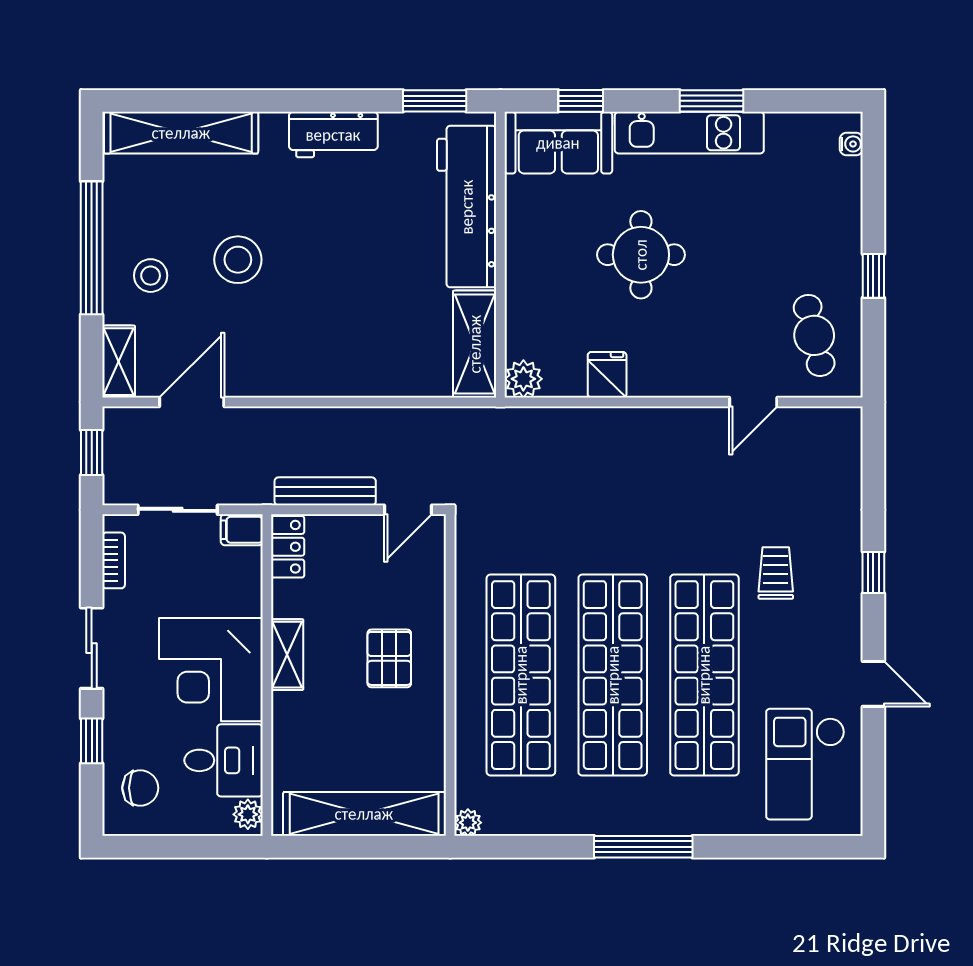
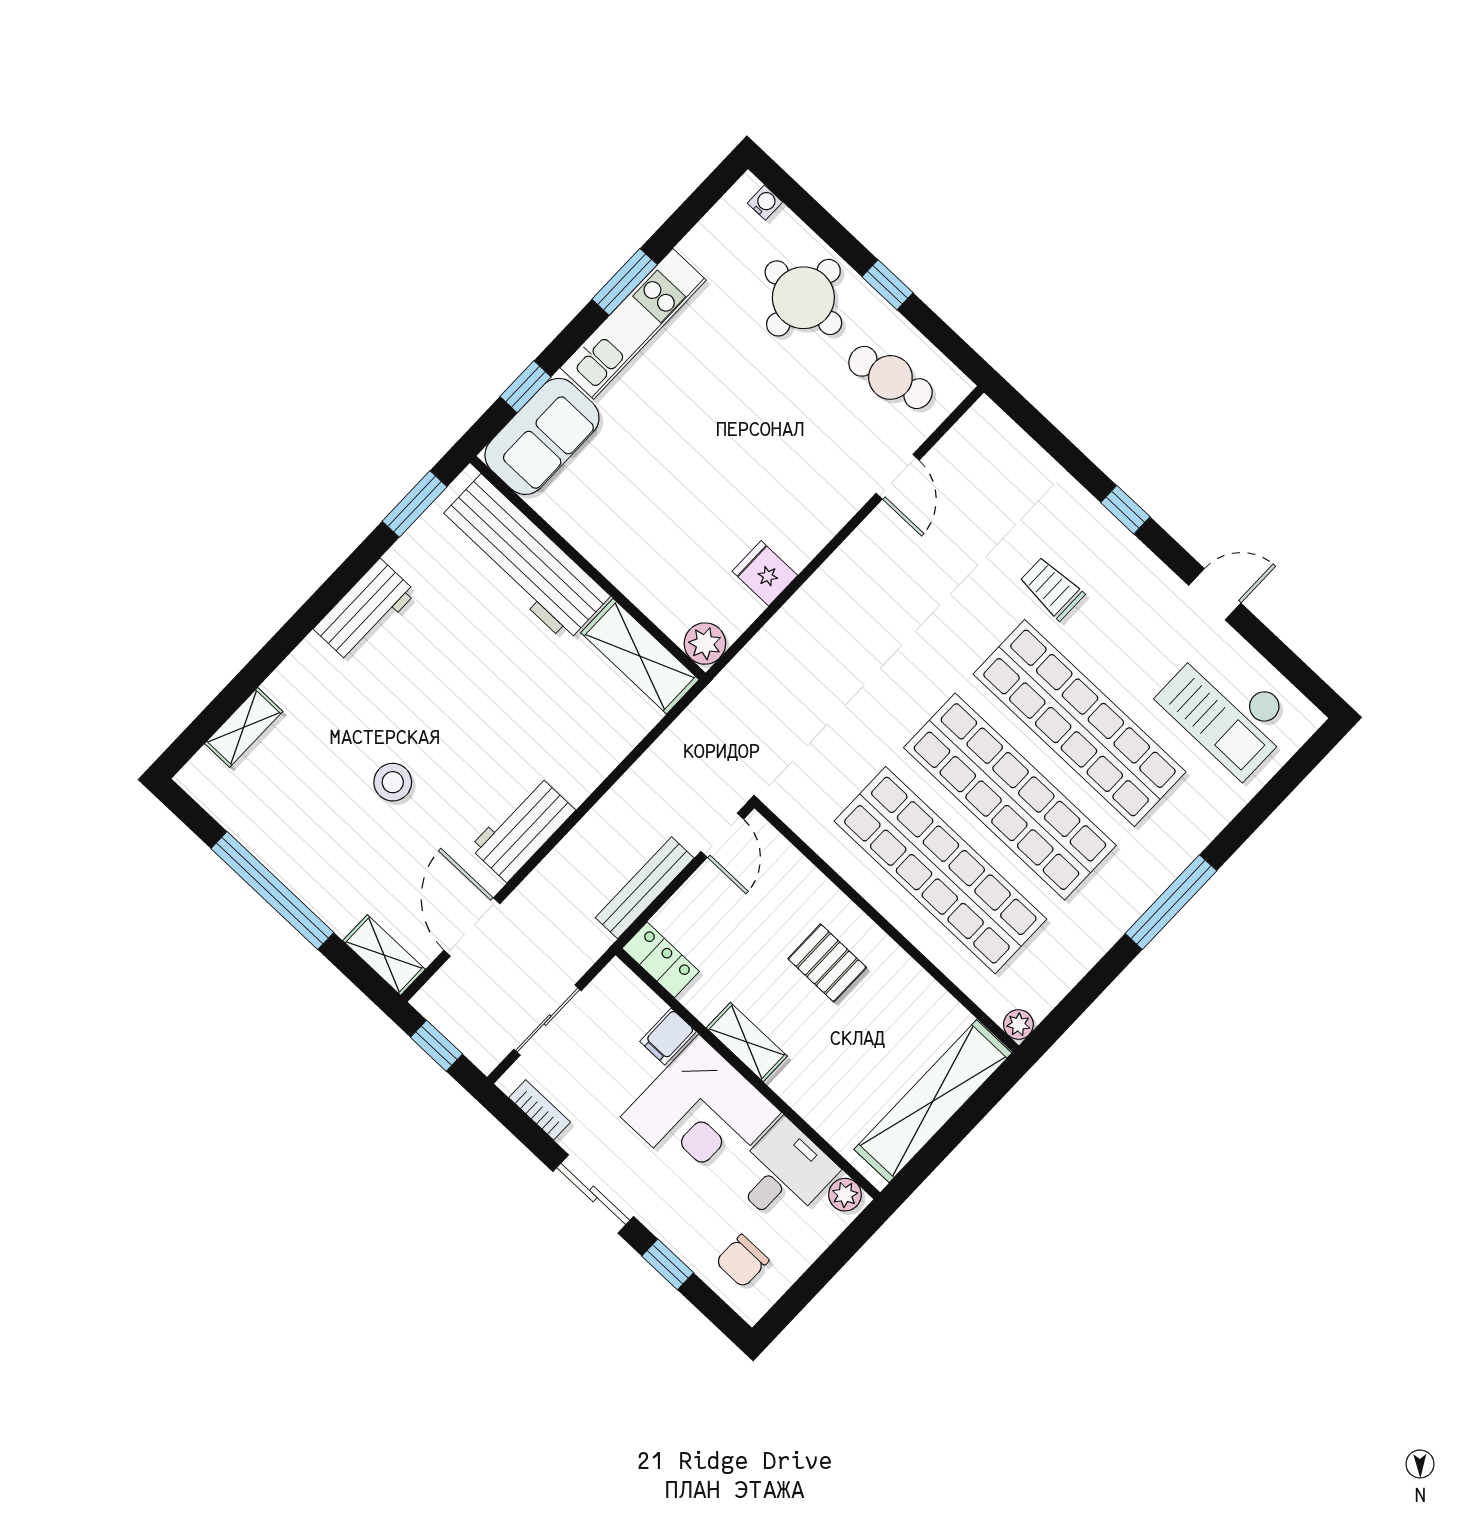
shelving: (181, 133) -> (244, 727), width x0.45, depth x0.75
round table: (641, 255) -> (803, 298), moved
stool: (238, 260) -> (393, 782), width x0.73, depth x0.73
stool: (151, 276) -> (339, 864), removed
workbench: (288, 374) -> (523, 829), added
filing cabinet: (242, 530) -> (668, 1036), moved
chair: (140, 788) -> (742, 1261), turned 180

